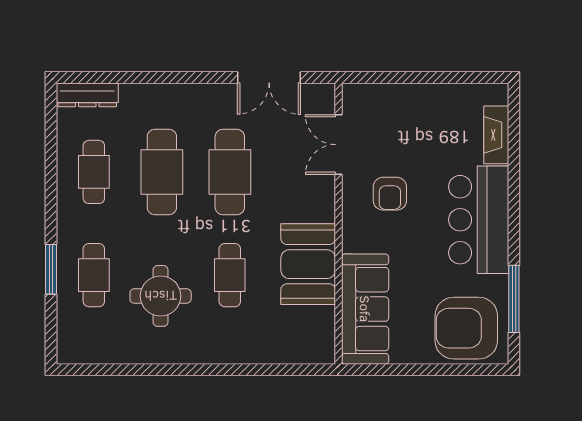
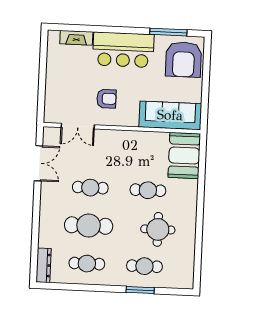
cafe table: (230, 172) -> (90, 188), width x0.73, depth x0.74
booth: (308, 264) -> (184, 155), moved, turned 90

